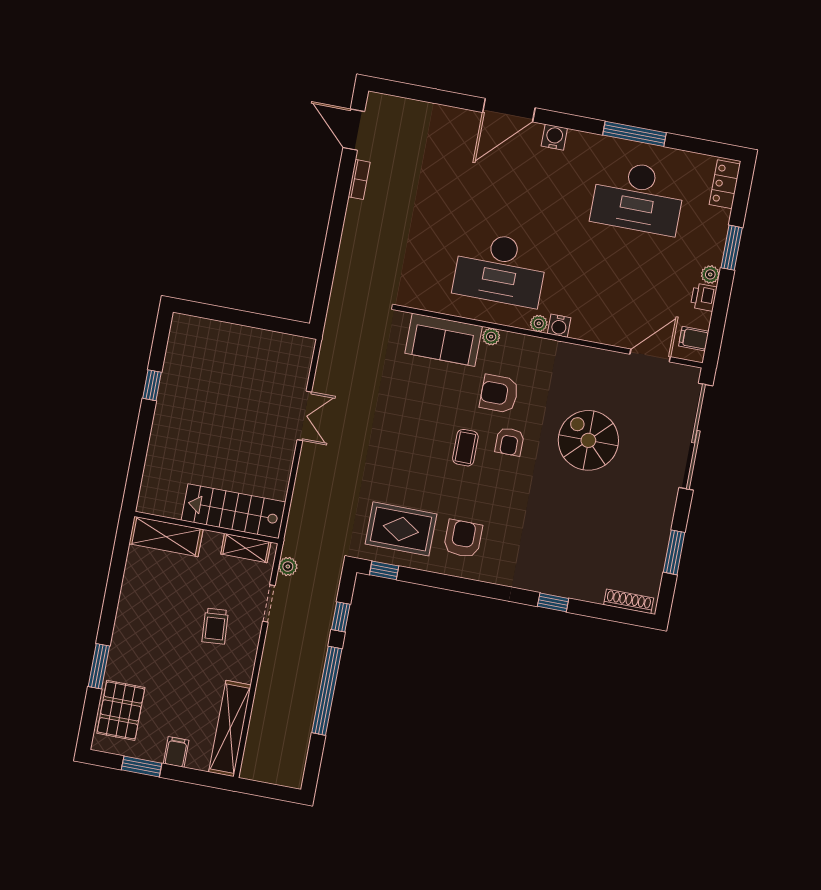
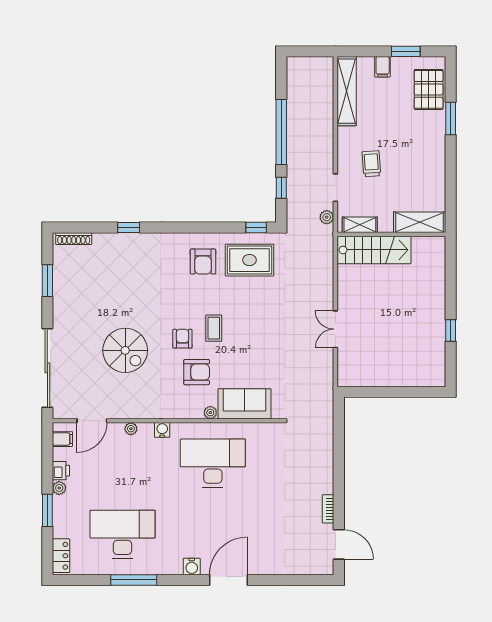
plant: (539, 323) -> (131, 429), moved

